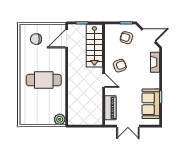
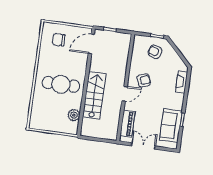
door: (149, 36) -> (179, 53), removed
stairs: (94, 46) -> (94, 95), moved, turned 180
door: (104, 80) -> (125, 94), hinge flipped
plant: (60, 119) -> (74, 115), moved
double door: (128, 126) -> (143, 146), swing flipped

